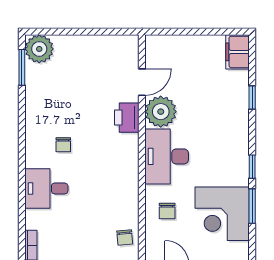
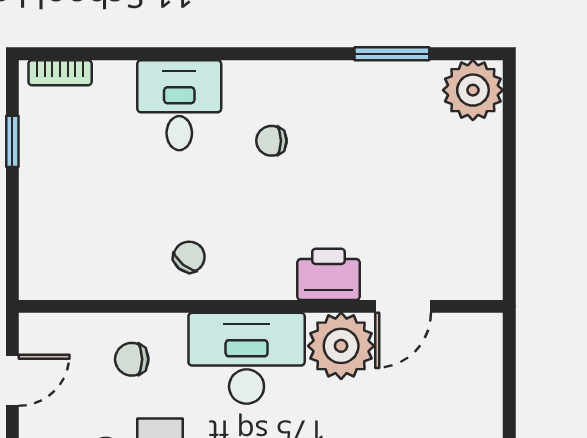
window: (22, 67) -> (392, 54), moved
door: (142, 82) -> (403, 306), hinge flipped
chair: (125, 238) -> (189, 257), moved, turned 134

